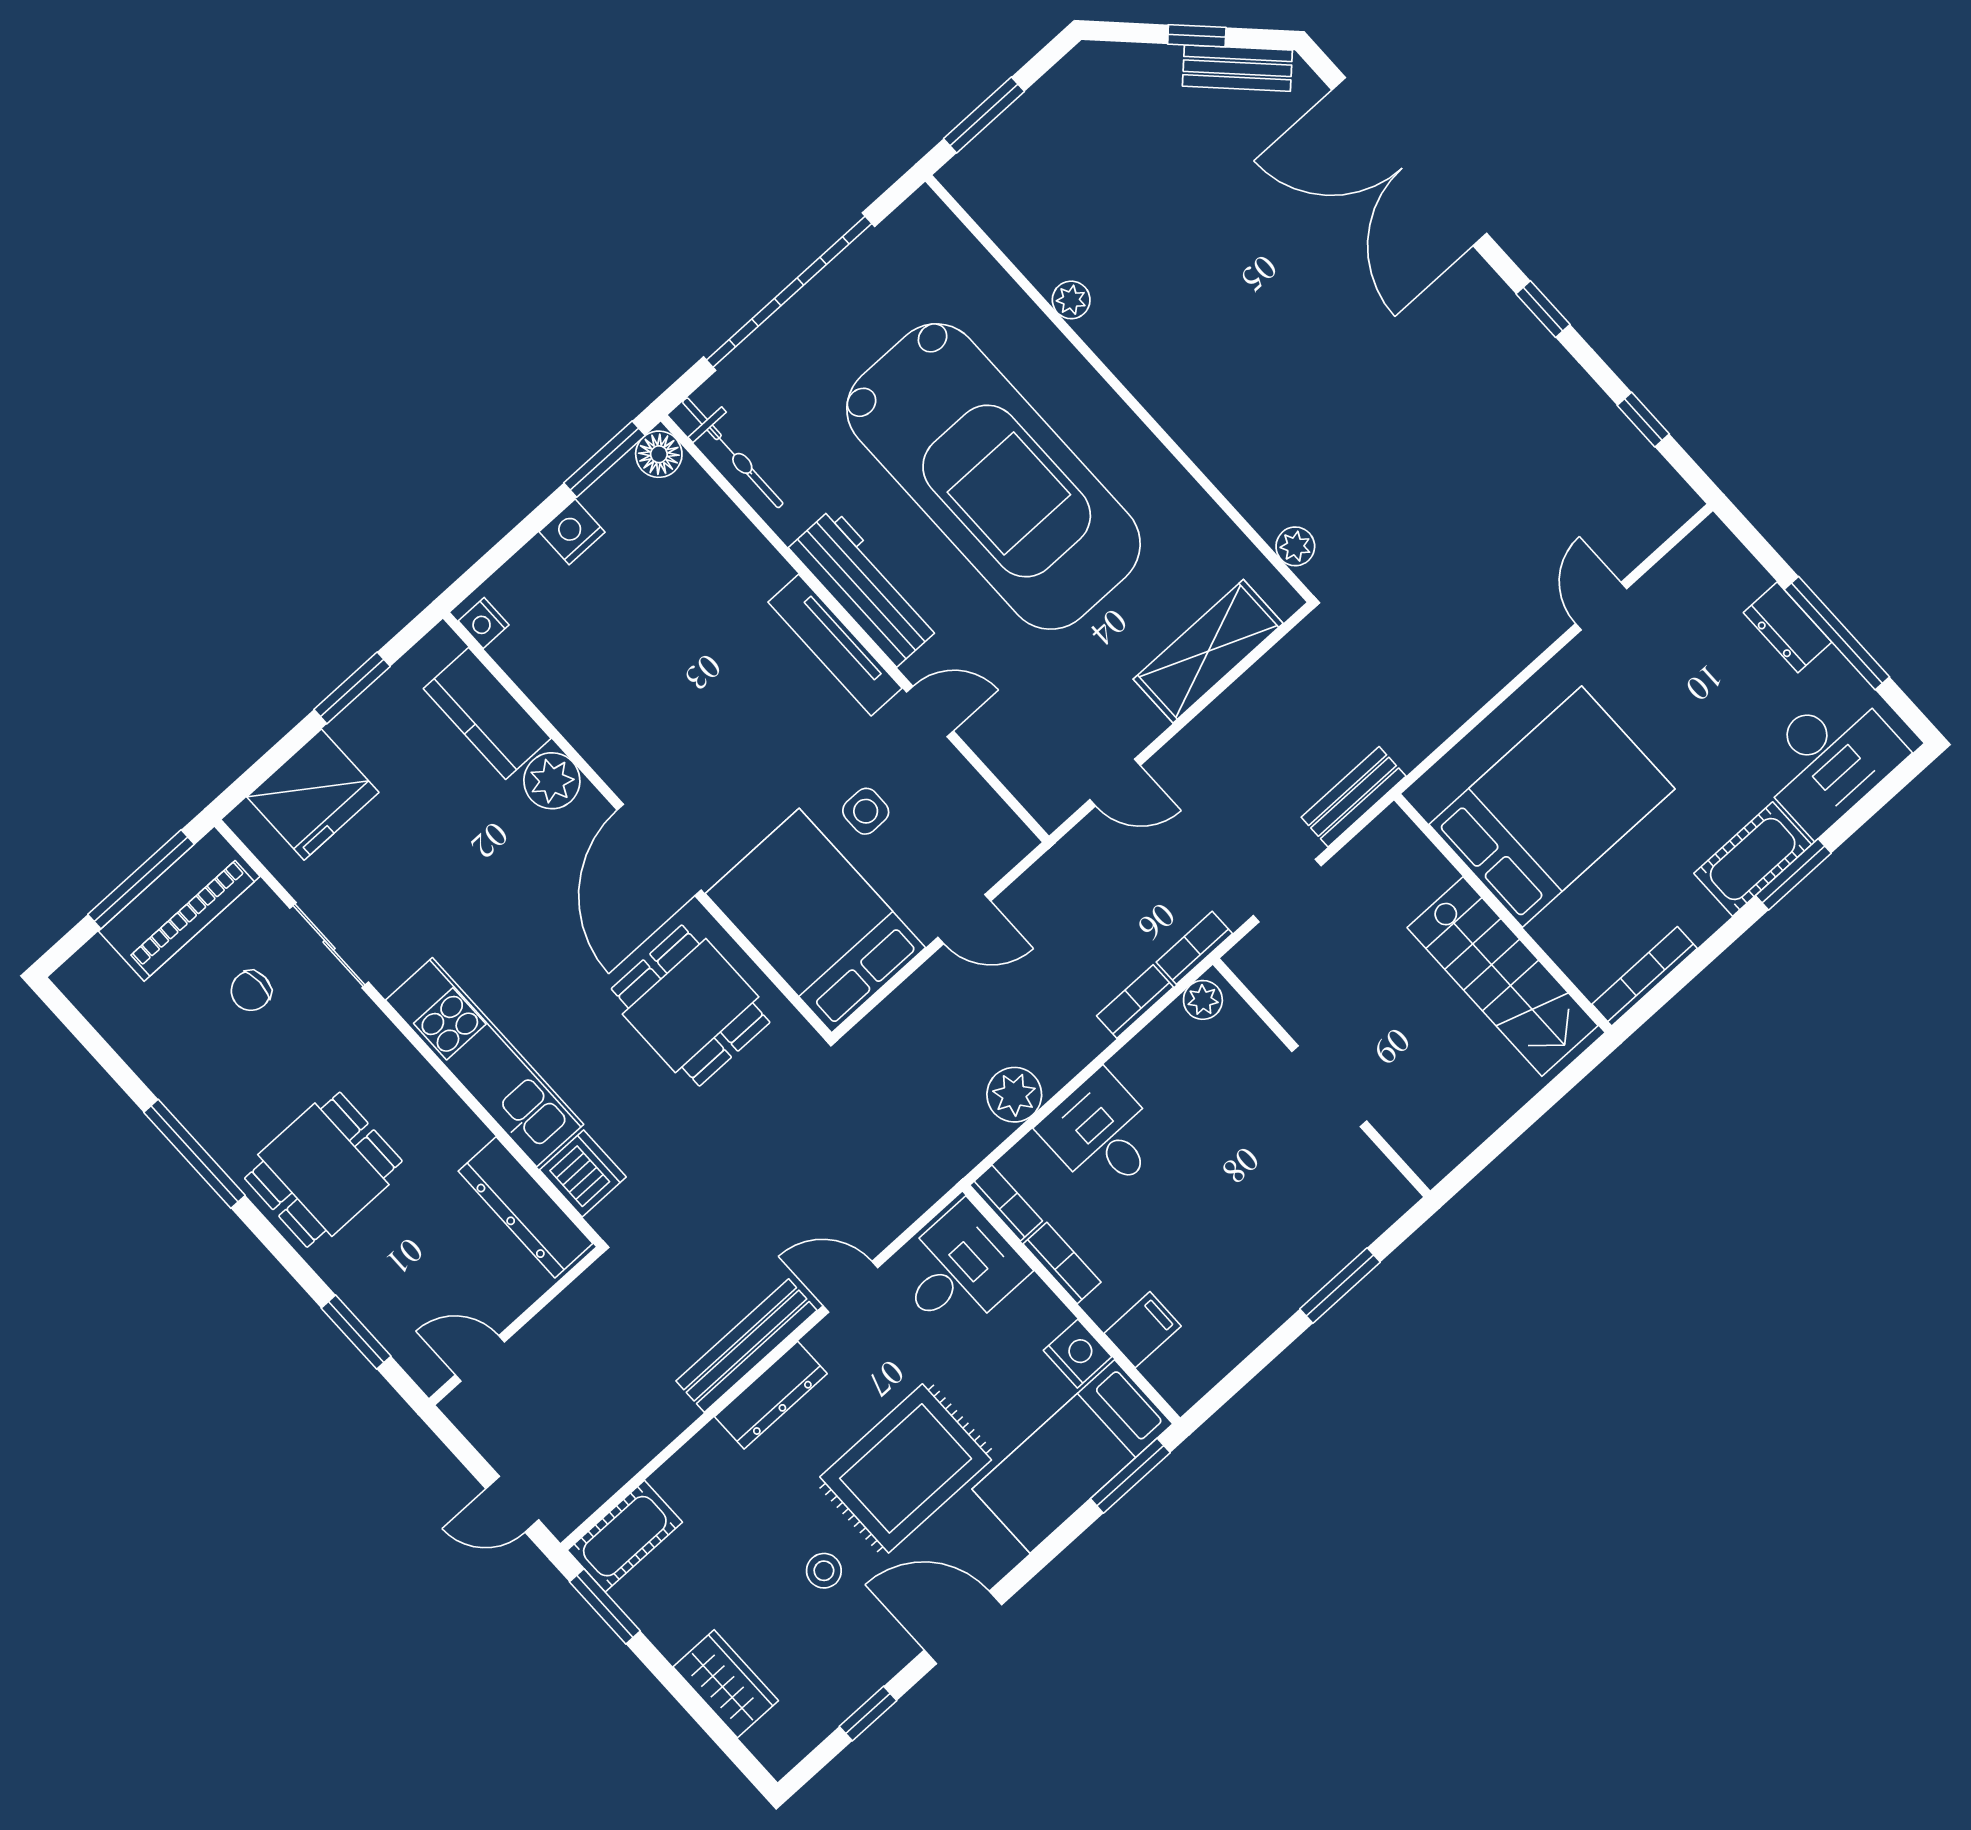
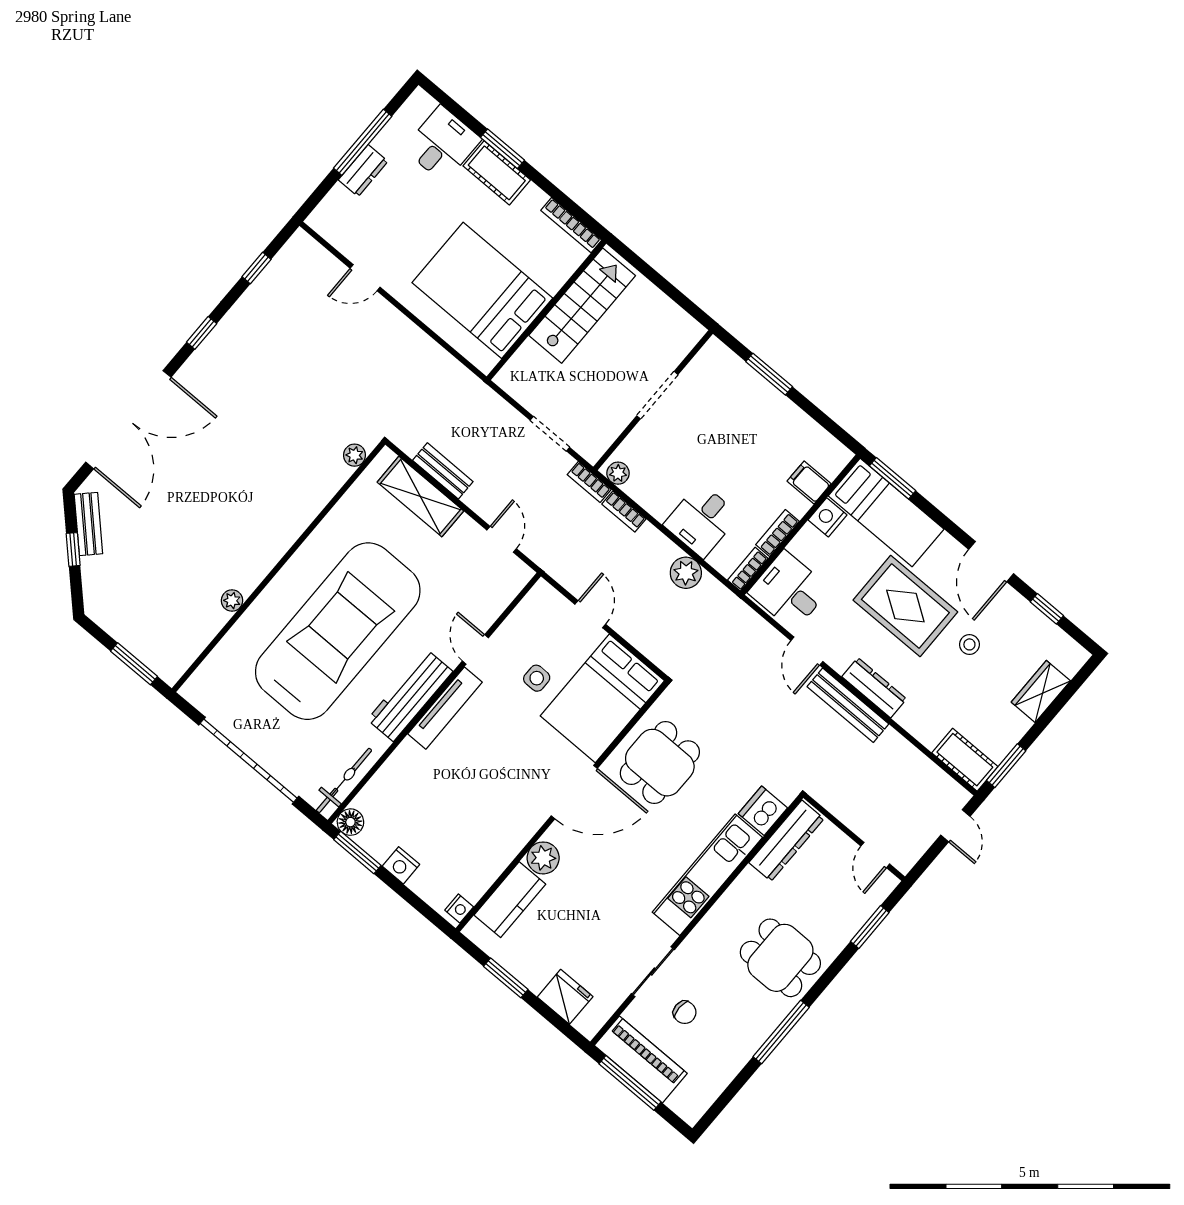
desk: (1829, 759) -> (442, 144), width x0.73
fridge: (313, 795) -> (565, 997), width x0.73, depth x0.75
bench: (1354, 797) -> (443, 471), moved

